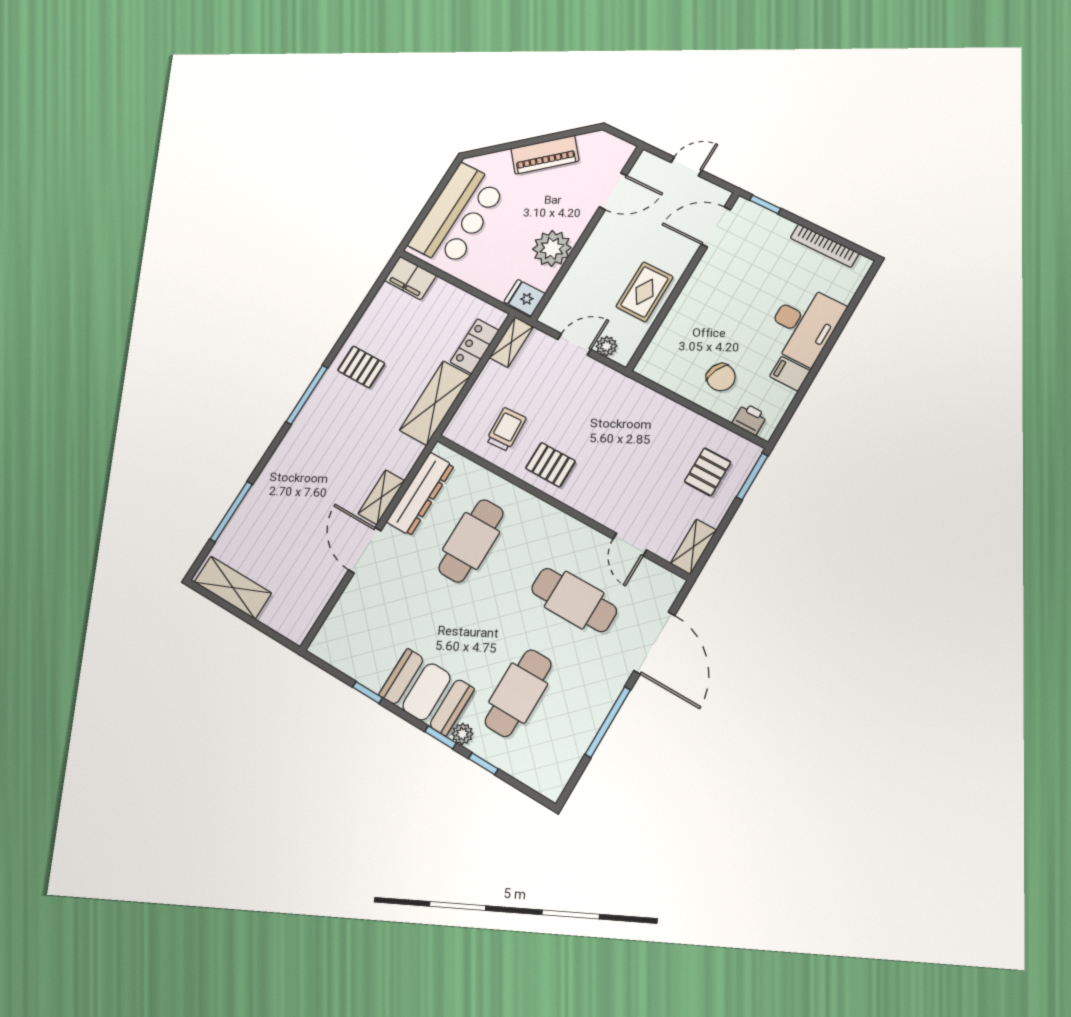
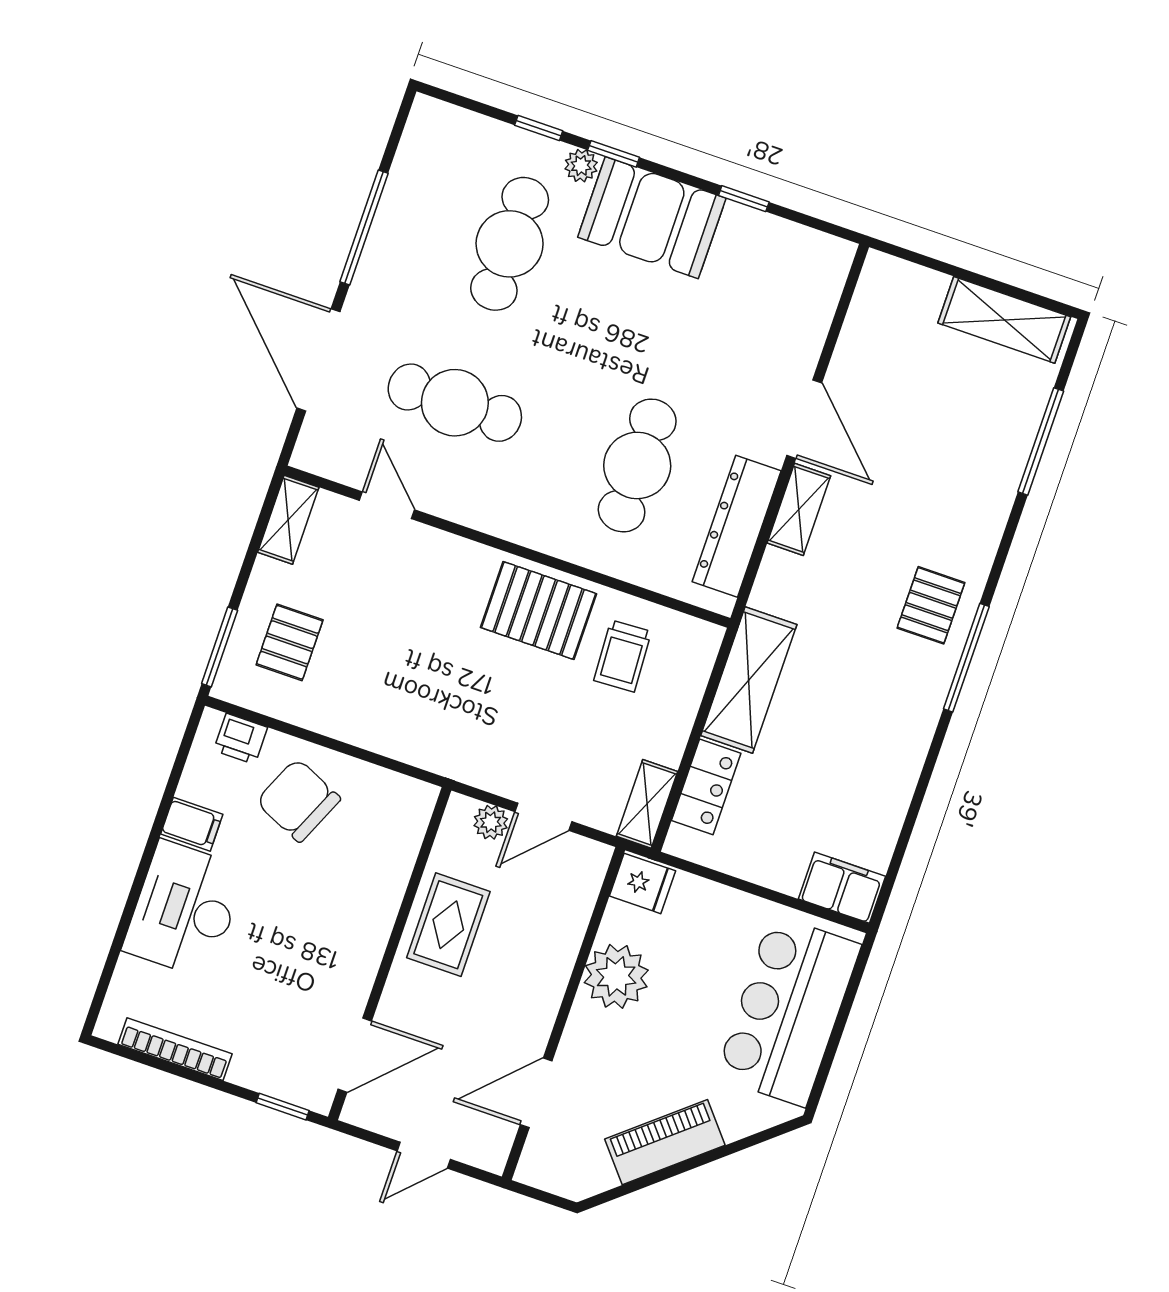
pallet: (361, 367) -> (931, 605), moved, turned 90
chair: (721, 377) -> (298, 800), width x1.37, depth x1.37
pallet: (550, 465) -> (539, 611), width x1.50, depth x1.42

